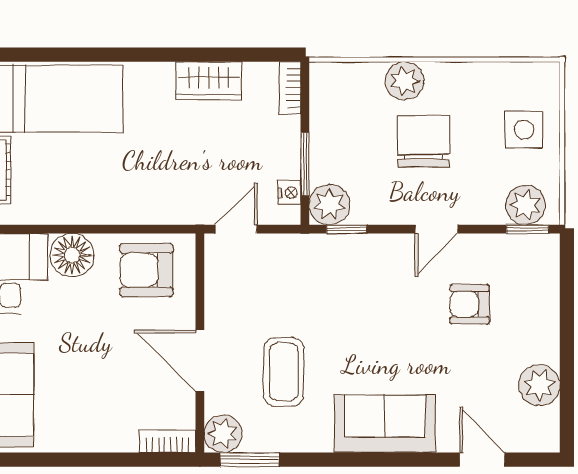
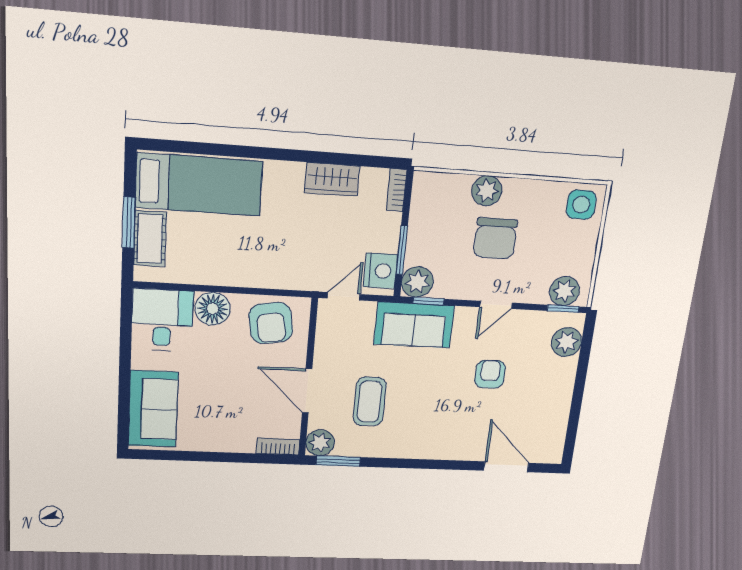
side table: (524, 130) -> (581, 205), moved
chair: (424, 141) -> (495, 238), turned 180
nightstand: (289, 193) -> (381, 271), width x1.89, depth x1.79
armchair: (146, 270) -> (271, 323), turned -99
armchair: (470, 304) -> (490, 374), moved, turned 90
plant: (539, 385) -> (567, 342), moved
sofa: (385, 424) -> (414, 325), moved, turned 180
door: (482, 460) -> (506, 467), width x1.38

